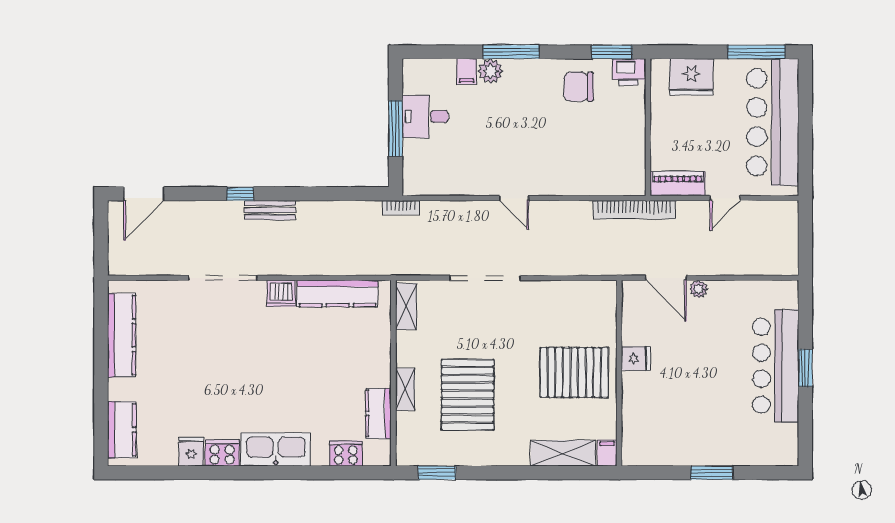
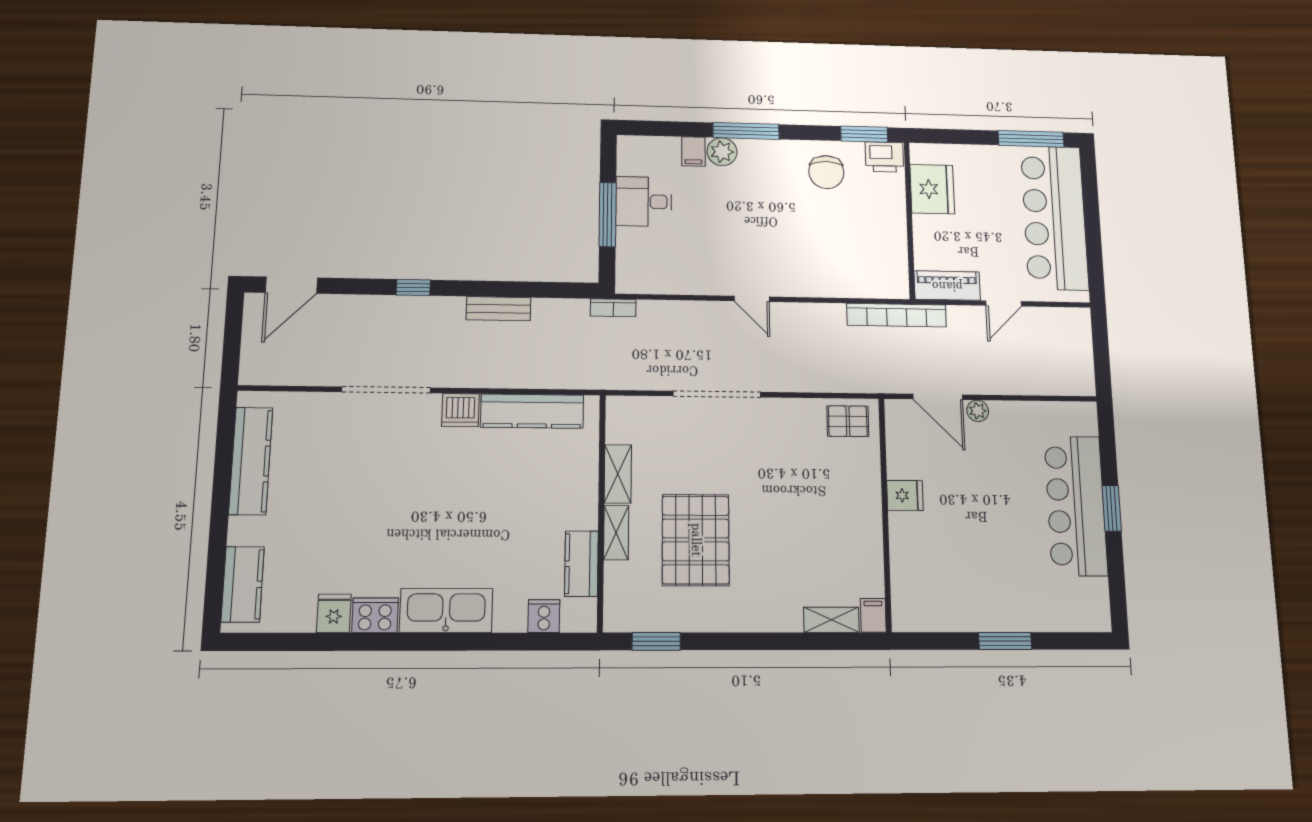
fridge: (691, 77) -> (932, 189), moved, turned -90
chair: (579, 87) -> (826, 172), turned -90
bench: (270, 210) -> (498, 309), moved
shelving: (406, 306) -> (618, 474), moved
pallet: (574, 372) -> (848, 421), moved, width x0.49, depth x0.50
shelving: (563, 453) -> (831, 620), width x0.67, depth x0.75
cooker: (346, 454) -> (544, 616), width x0.73

